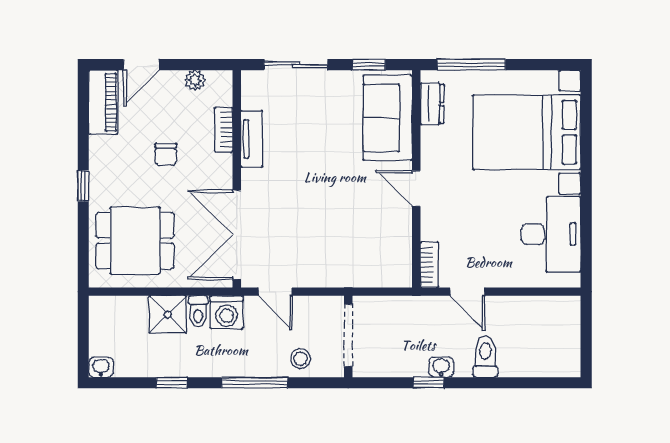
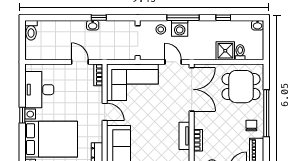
chair: (166, 154) -> (251, 126), moved
window: (586, 182) -> (22, 115), added
window: (83, 186) -> (266, 113), width x3.17
corner sofa: (359, 250) -> (132, 82), added
toilet: (198, 312) -> (240, 52), moved
washing machine: (227, 312) -> (180, 28), moved, turned 180
toilet: (485, 357) -> (31, 30), moved

